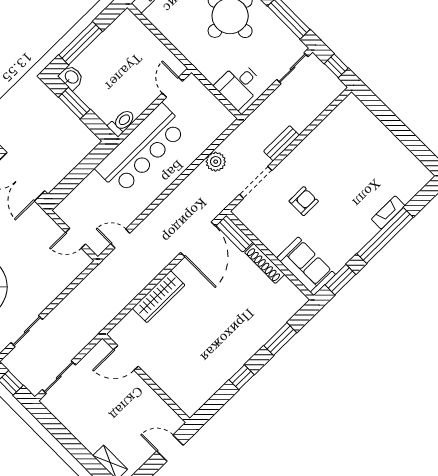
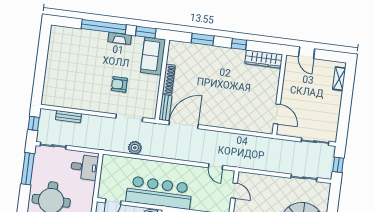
bench: (281, 143) -> (68, 117), moved
fireplace: (388, 212) -> (120, 38), moved
wardrobe: (159, 297) -> (264, 59), moved, turned 180

